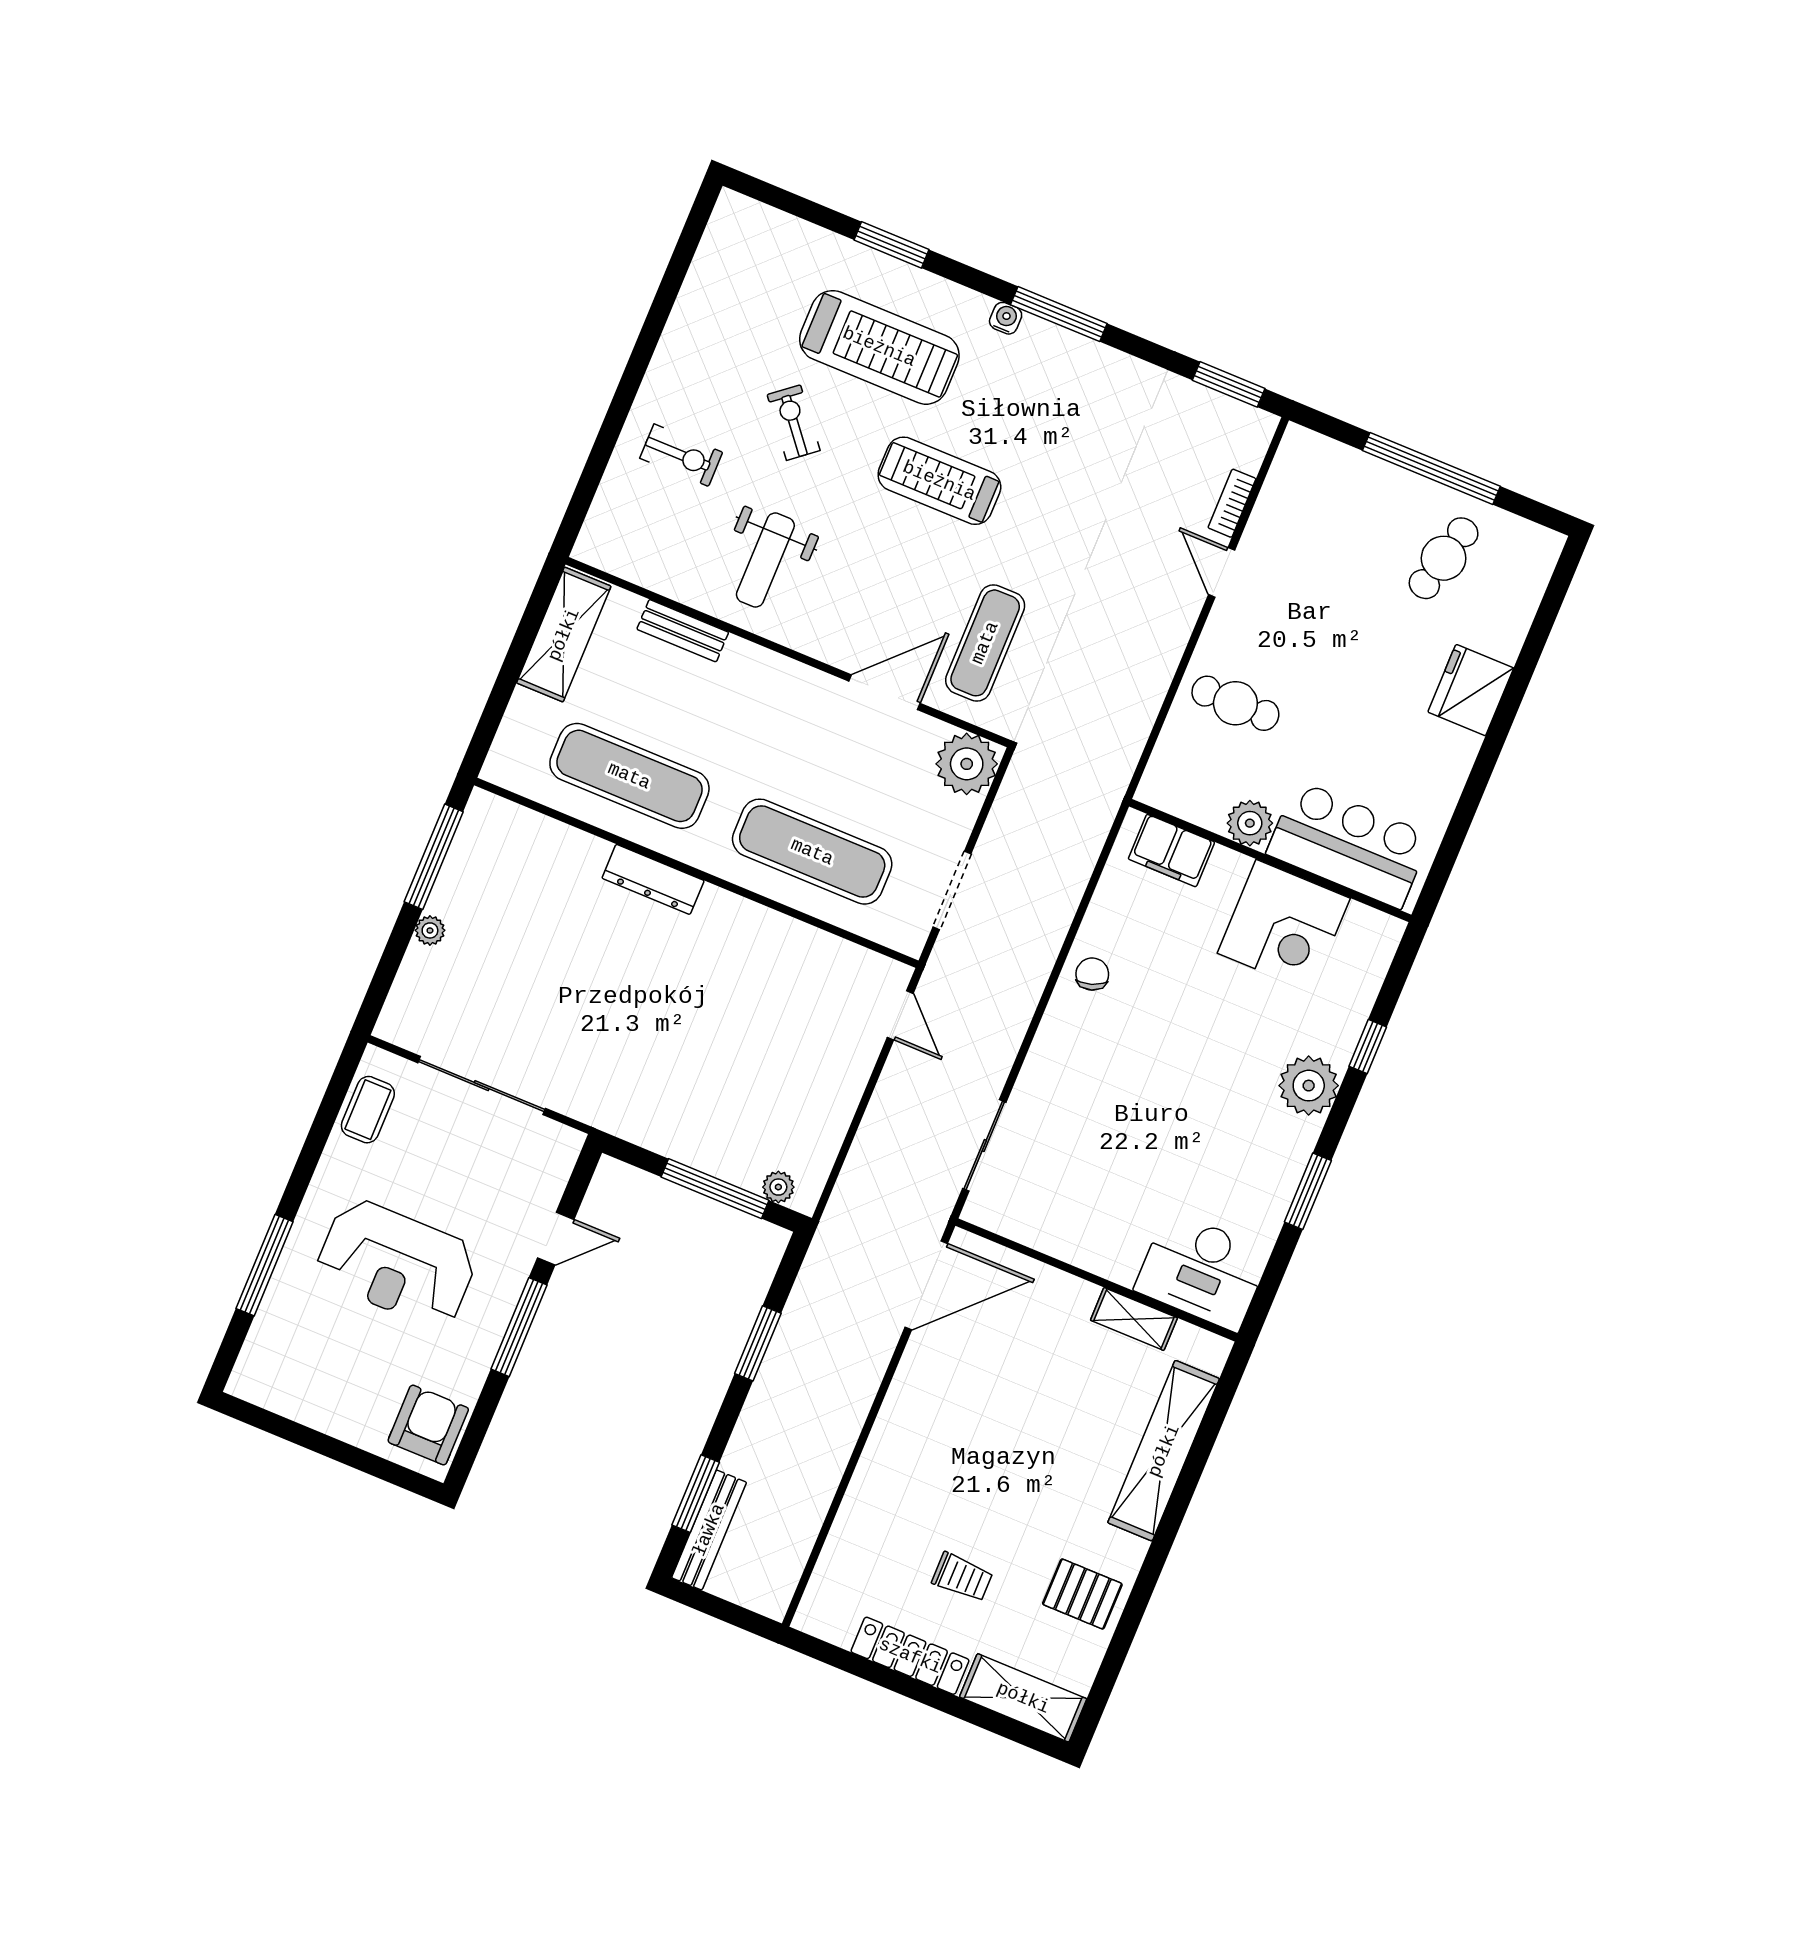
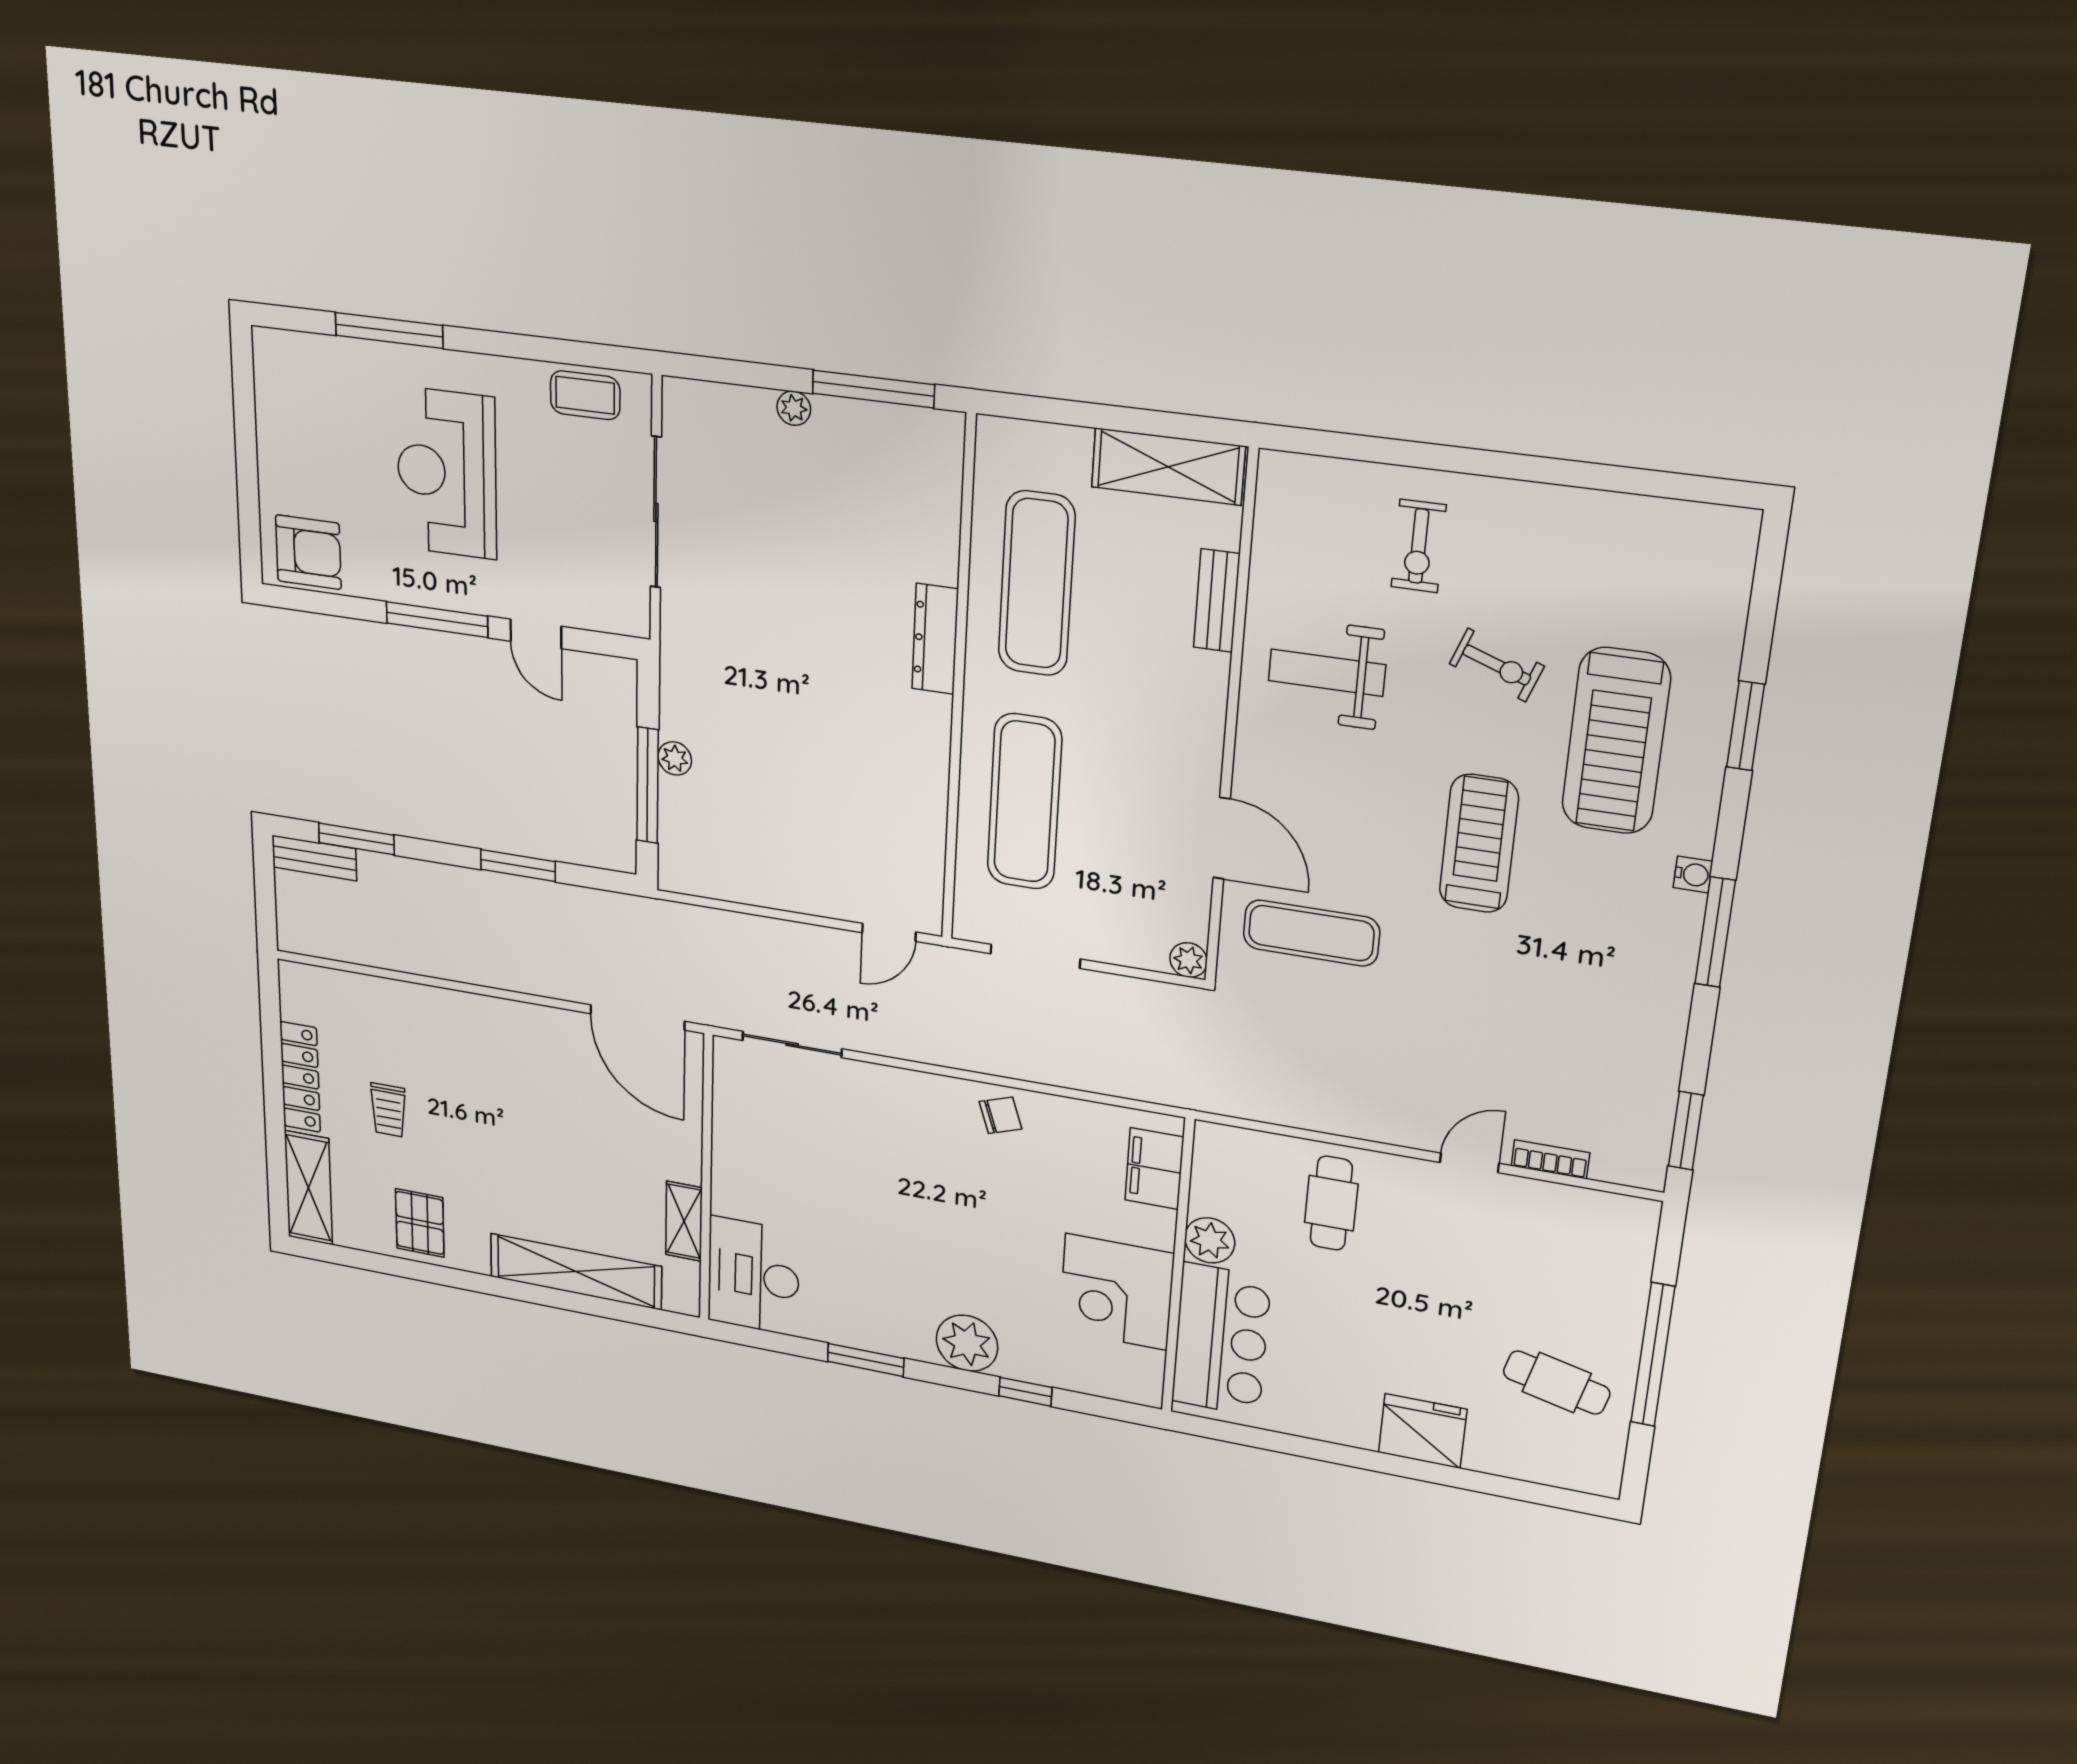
exercise bike: (794, 423) -> (1497, 665), turned 59
plant: (967, 764) -> (1188, 960), width x0.53, depth x0.53
plant: (778, 1187) -> (675, 758), moved
bench: (709, 1530) -> (314, 858), width x0.73

